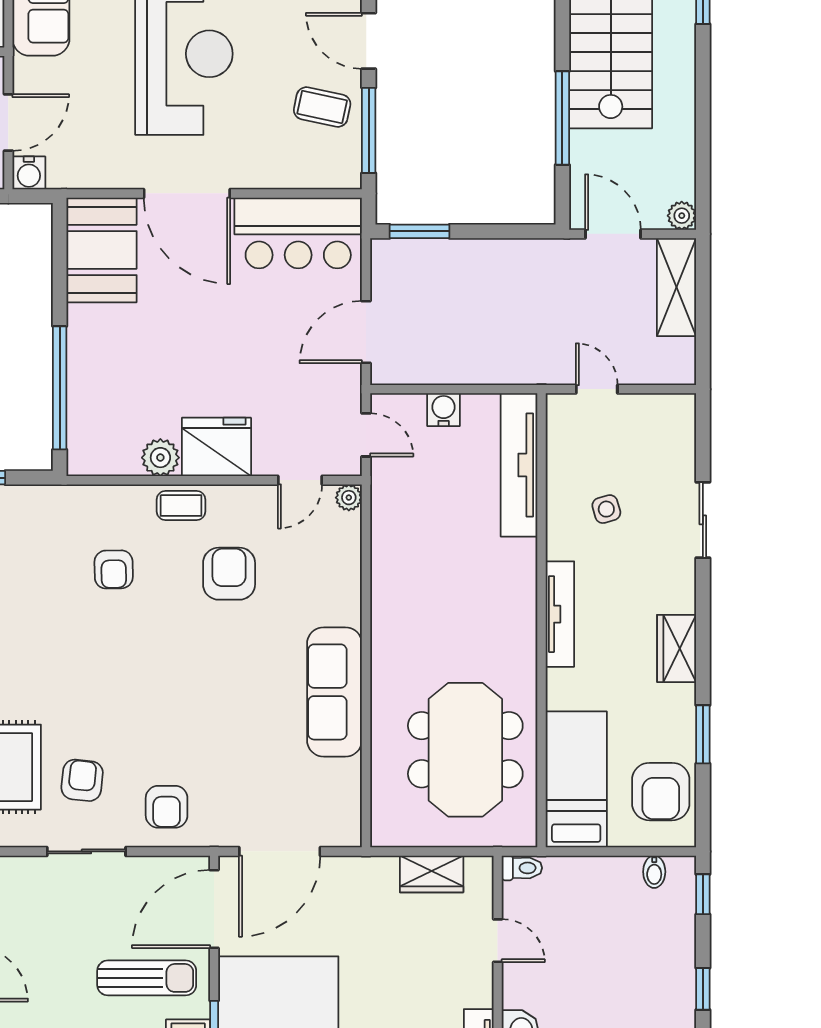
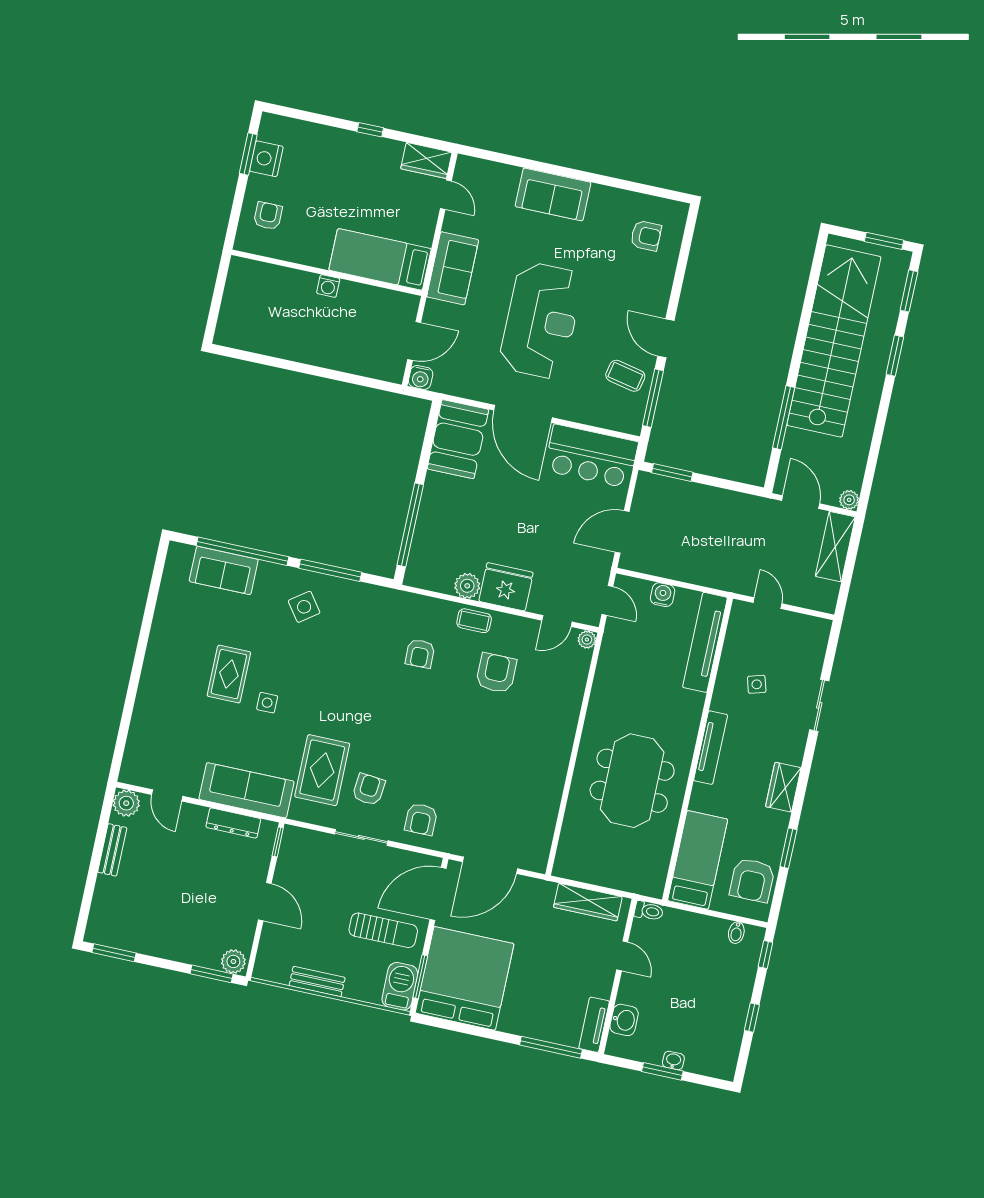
sofa: (334, 692) -> (549, 767), removed
meeting table: (465, 750) -> (632, 781), moved
wardrobe: (432, 874) -> (588, 902), width x1.50

